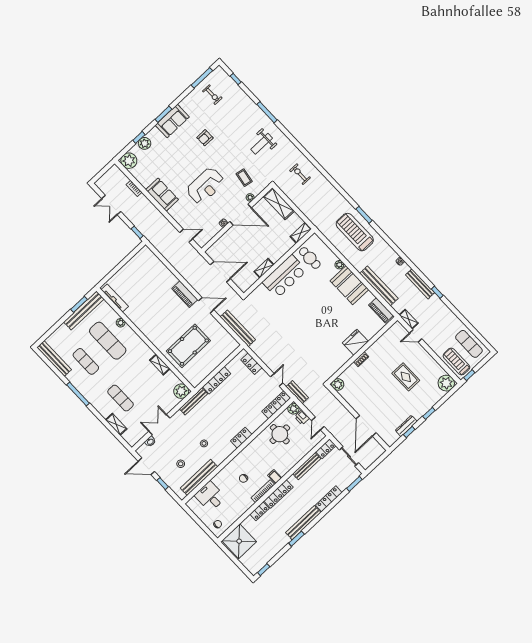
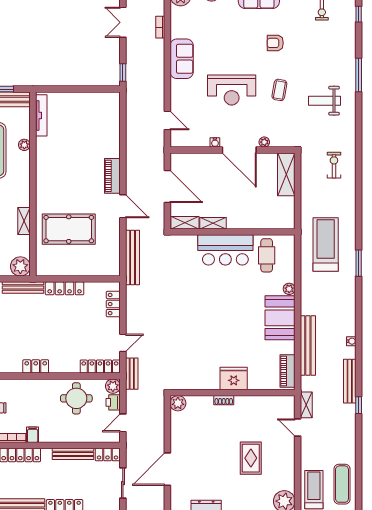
coffee table: (244, 178) -> (279, 90), moved
treadmill: (355, 232) -> (326, 244), moved
shelving: (301, 233) -> (185, 223), moved

